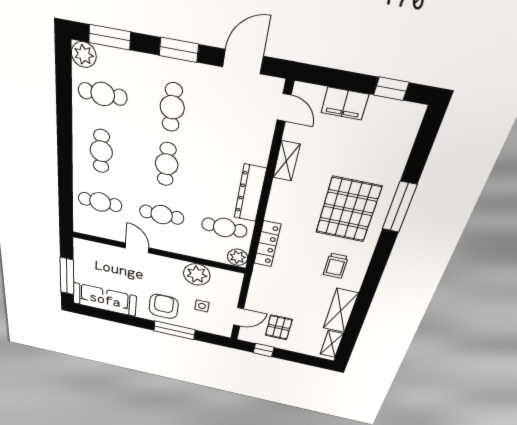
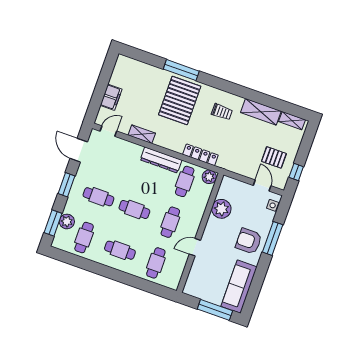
plant: (84, 55) -> (67, 221), moved
window: (391, 89) -> (106, 72), removed
pallet: (348, 210) -> (180, 101), turned 90
side table: (202, 306) -> (273, 205), moved

